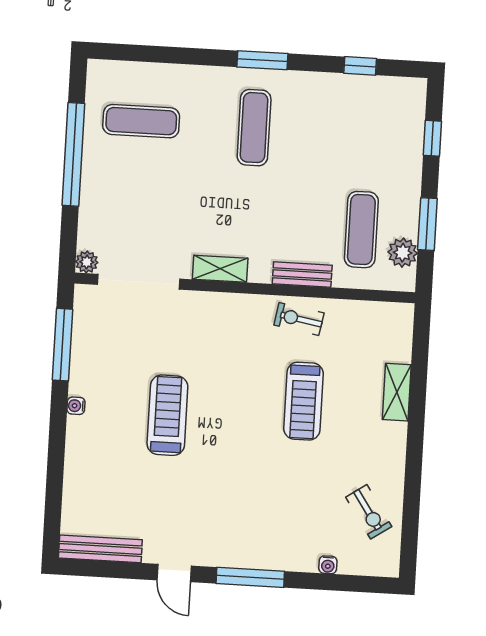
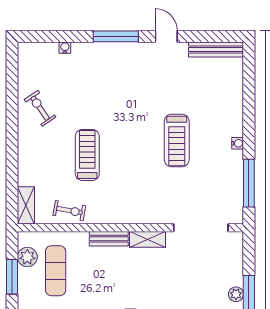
plant: (87, 262) -> (236, 294), moved
bench: (302, 274) -> (109, 239), moved
exercise bike: (299, 319) -> (69, 211), moved
shelving: (397, 392) -> (26, 205), moved
exercise bike: (369, 512) -> (40, 108), moved

